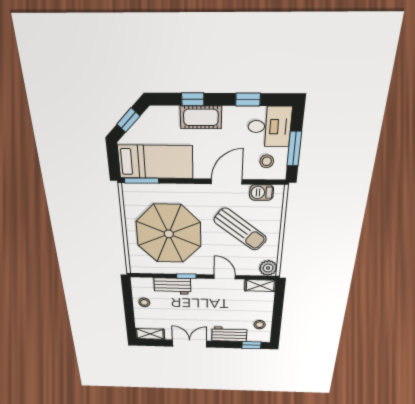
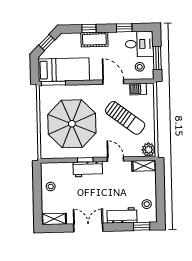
door: (227, 182) -> (113, 82), hinge flipped
workbench: (172, 286) -> (88, 169), moved

